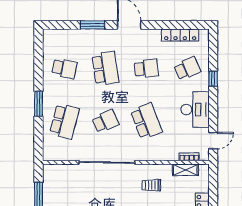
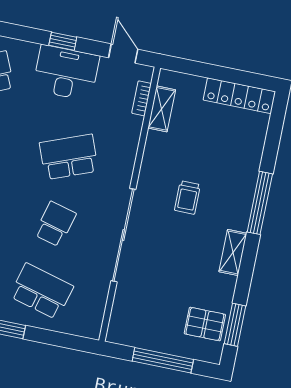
window: (213, 79) -> (63, 41), moved
school desk: (105, 121) -> (55, 224), turned 39
trolley: (151, 185) -> (187, 197), moved

